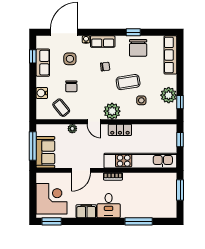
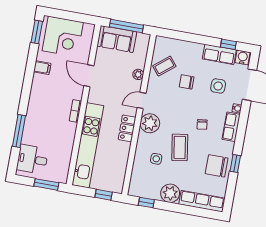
water cooler: (42, 93) -> (243, 57), moved
plant: (169, 95) -> (170, 193), moved
desk: (109, 206) -> (32, 159), moved
filing cabinet: (86, 211) -> (42, 68), width x0.50

